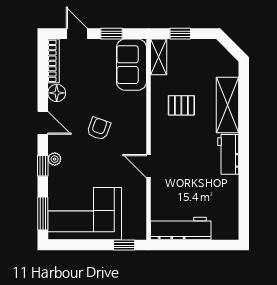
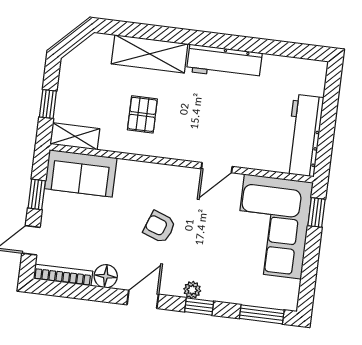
workbench: (228, 154) -> (224, 62), width x1.38
corner sofa: (85, 214) -> (273, 226), moved

